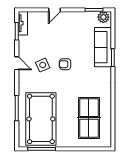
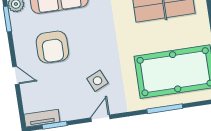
armchair: (65, 64) -> (52, 47), moved, width x1.88, depth x1.88

